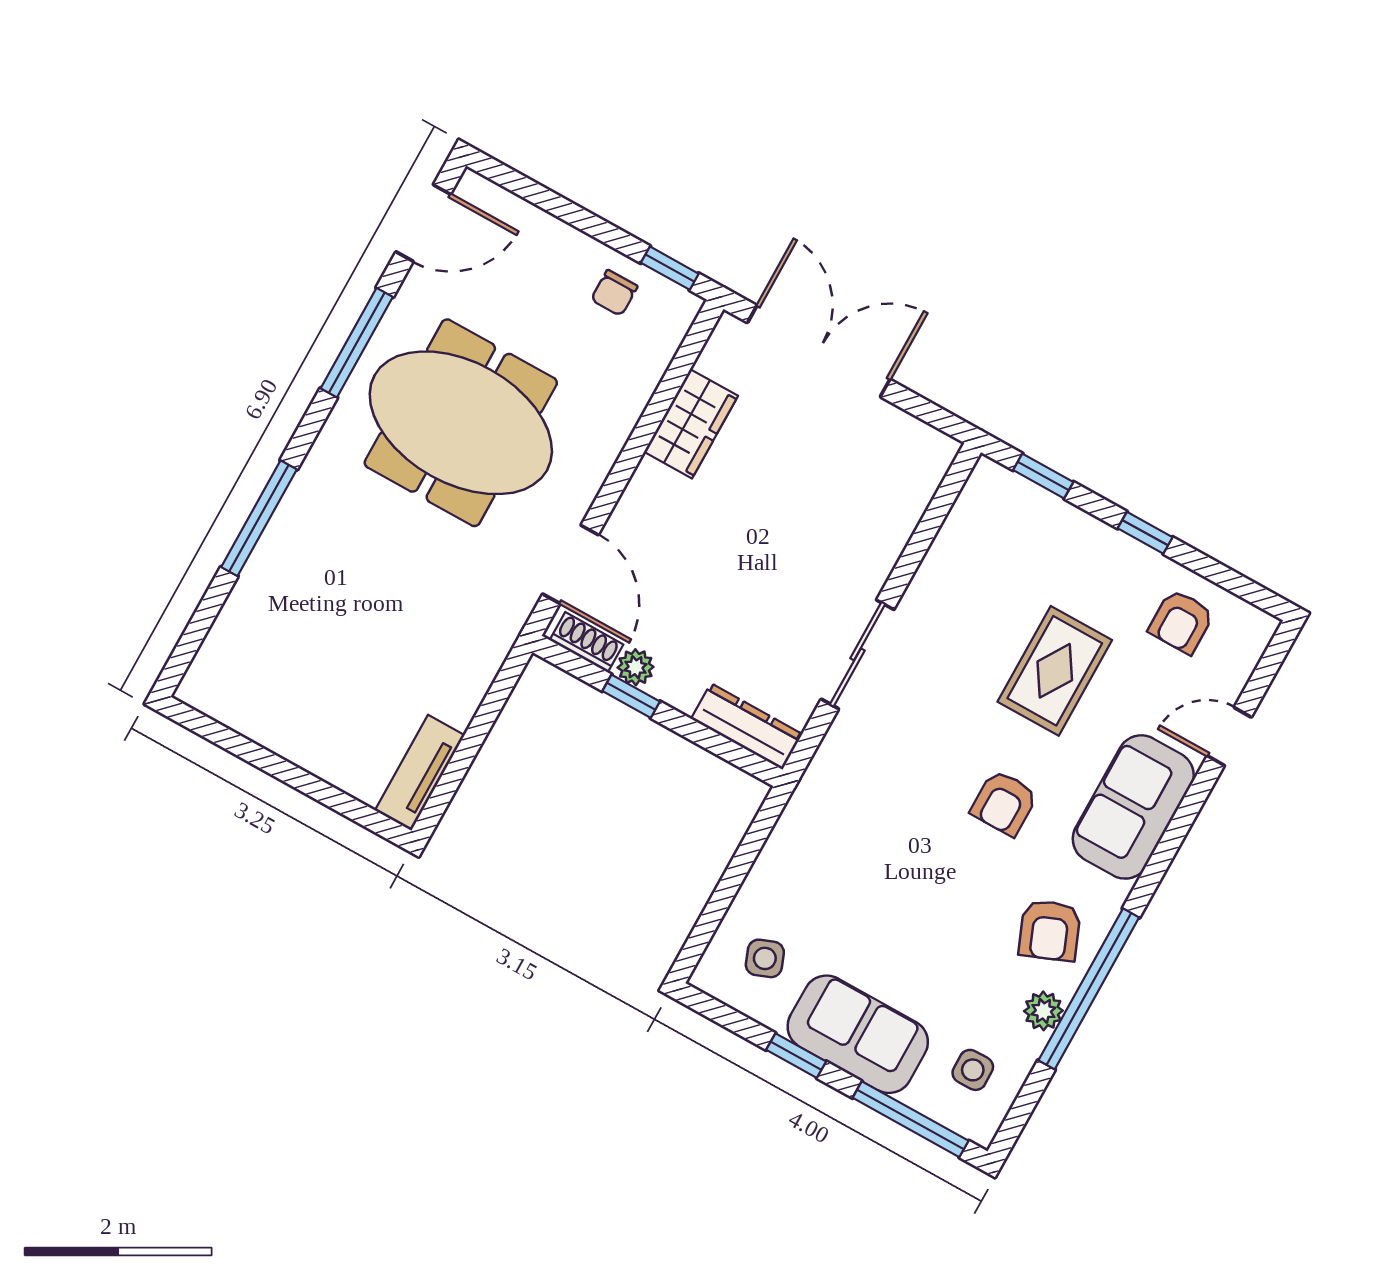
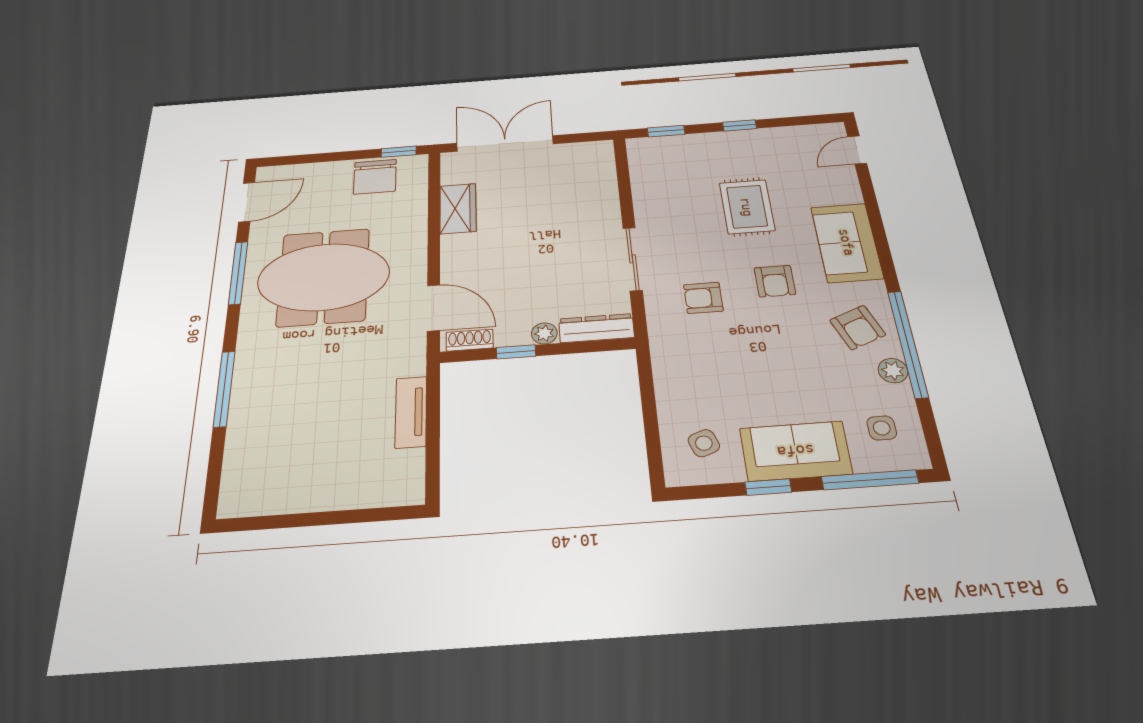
chair: (614, 293) -> (375, 177), width x1.87, depth x1.87
armchair: (1181, 622) -> (703, 298), moved, turned 90
plant: (636, 667) -> (544, 333), moved
door: (1229, 736) -> (857, 150), moved
tv unit: (420, 773) -> (411, 412), moved

